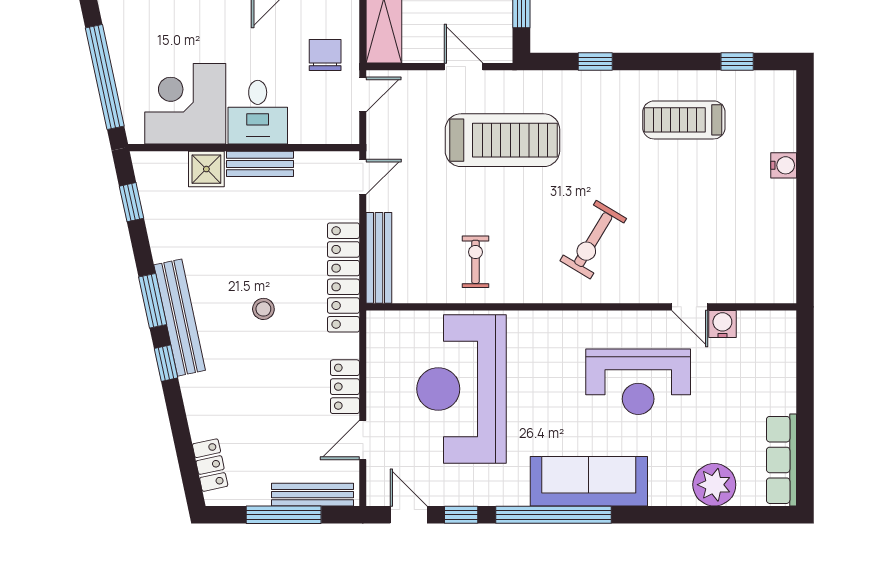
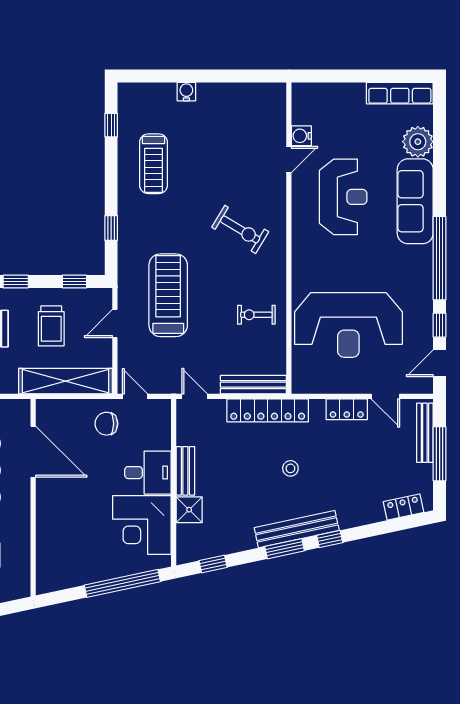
sofa: (589, 481) -> (415, 201), moved

